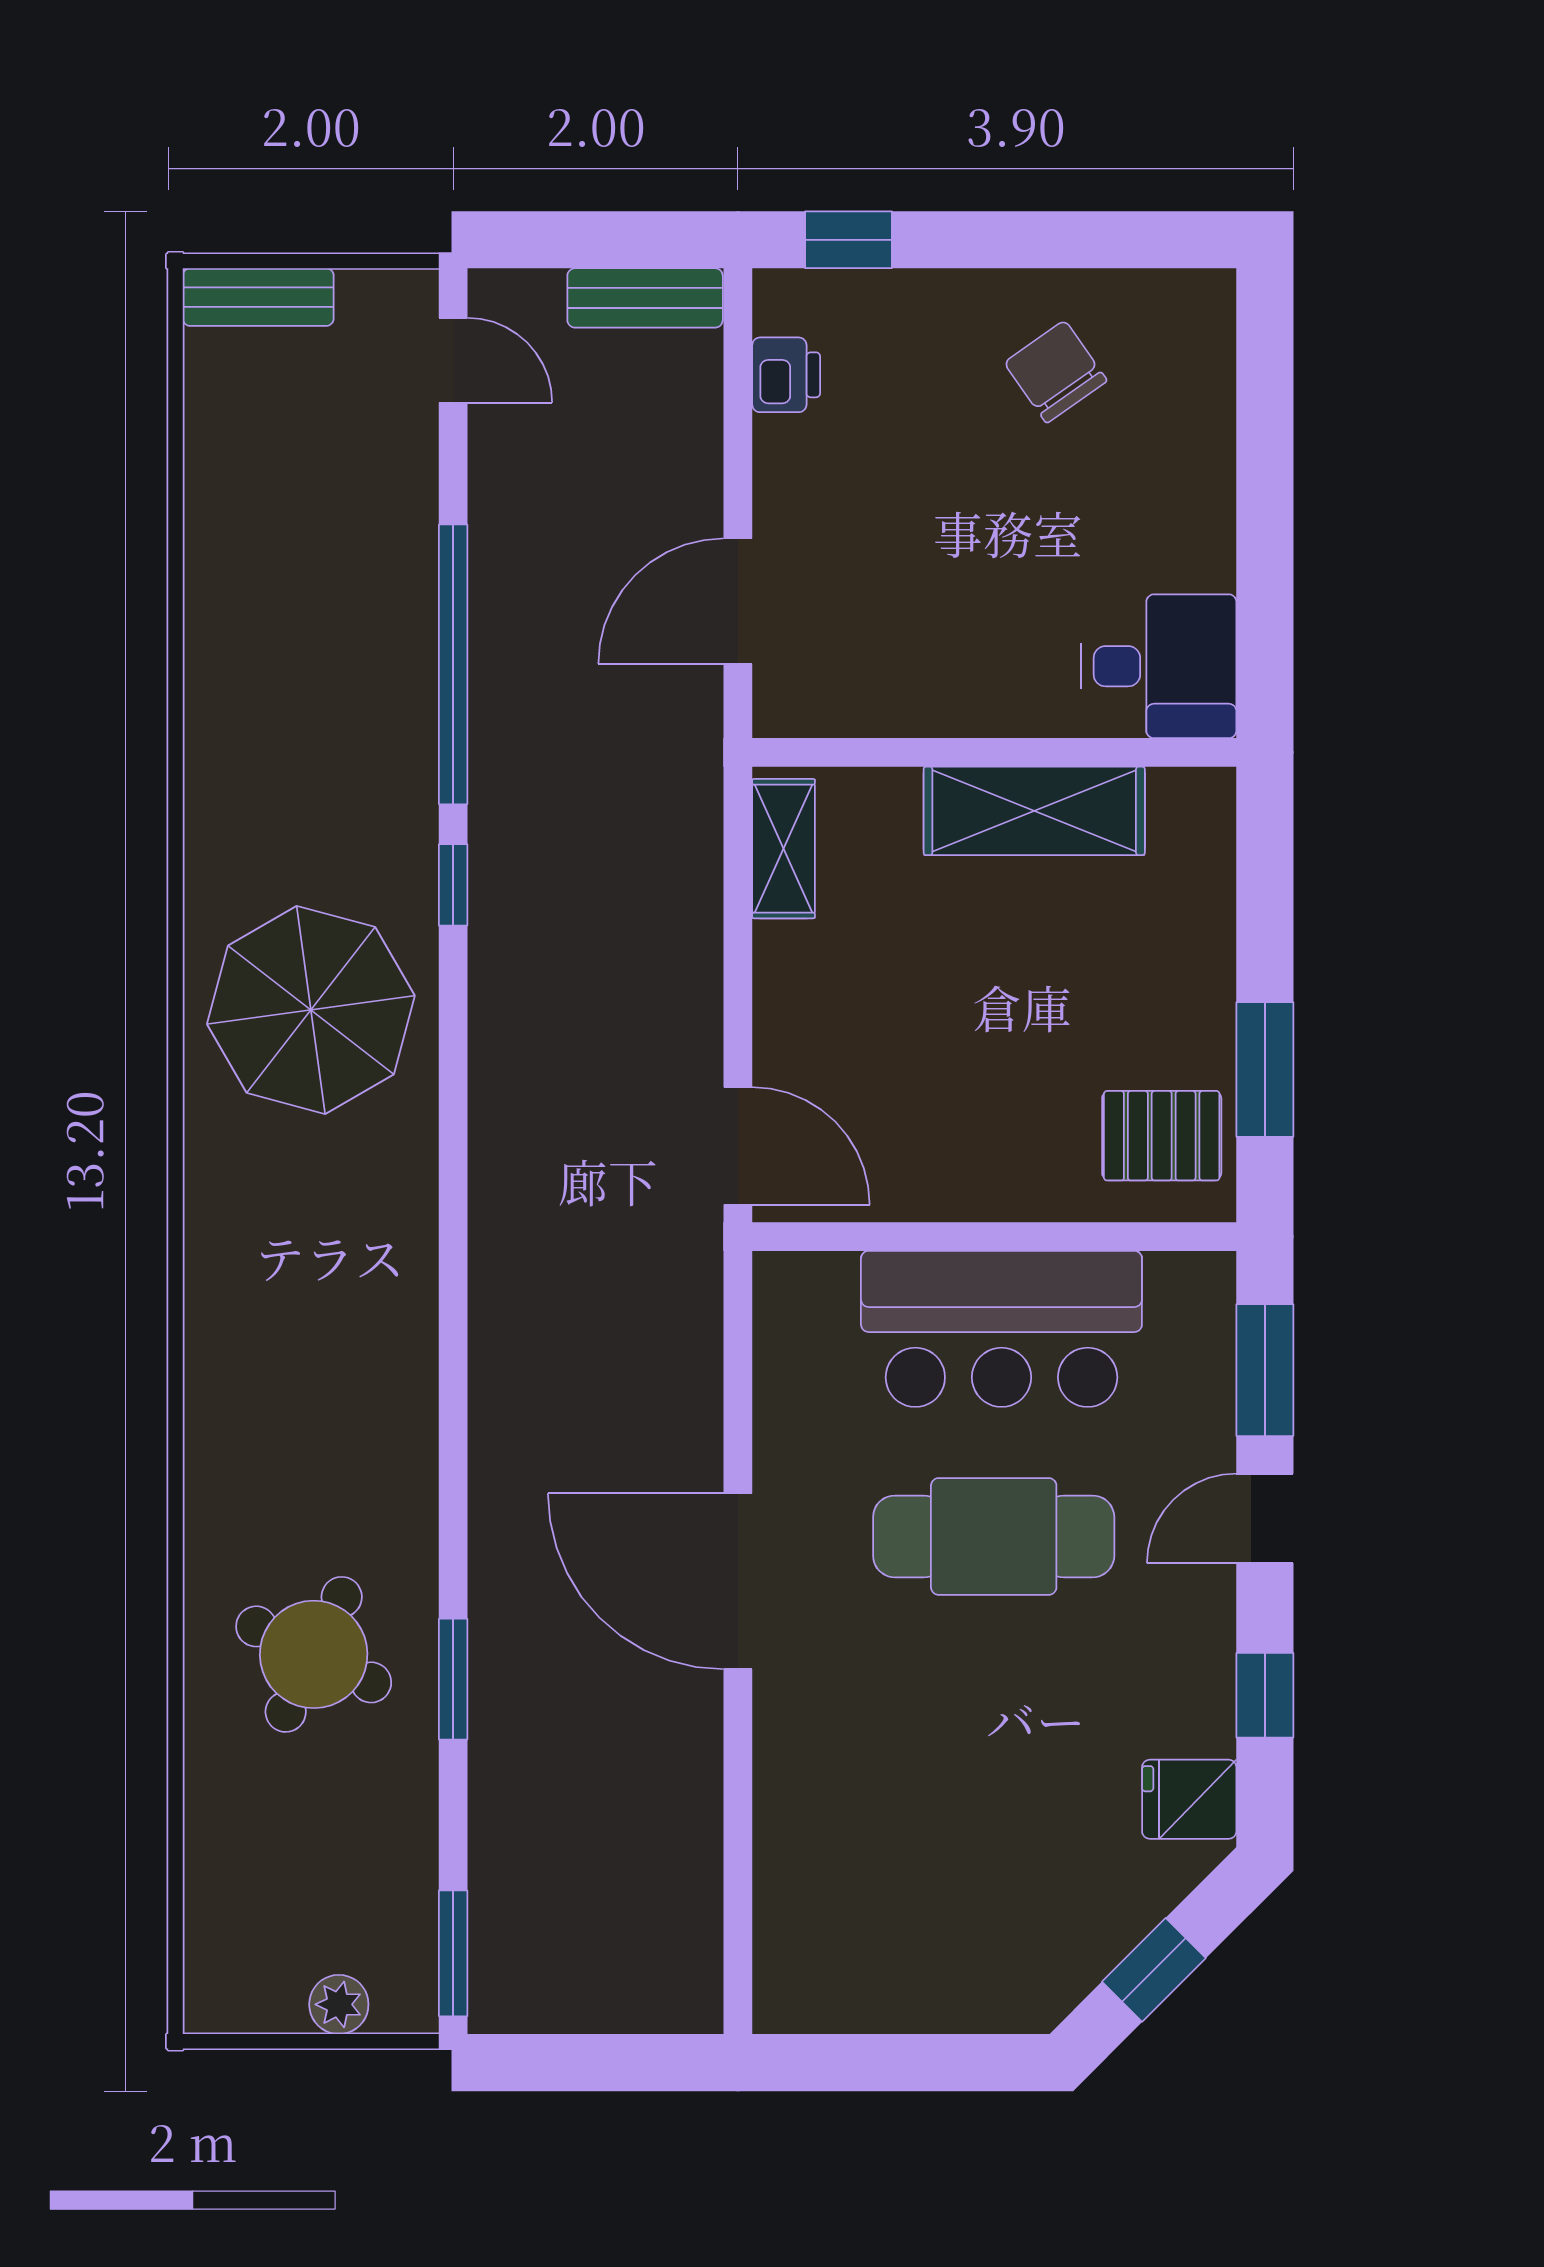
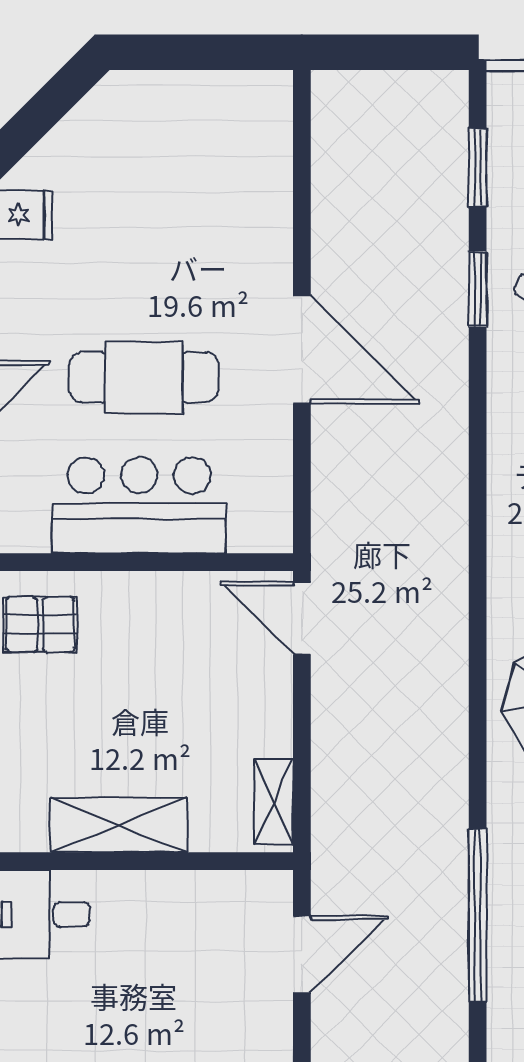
window: (453, 885) -> (478, 779), removed
window: (453, 1953) -> (478, 168), moved
window: (1154, 1970) -> (45, 110), removed

